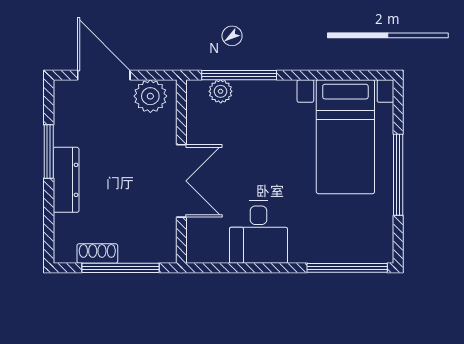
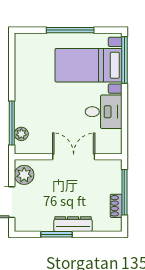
bed with nightstands: (345, 137) -> (88, 65), moved, turned 180

